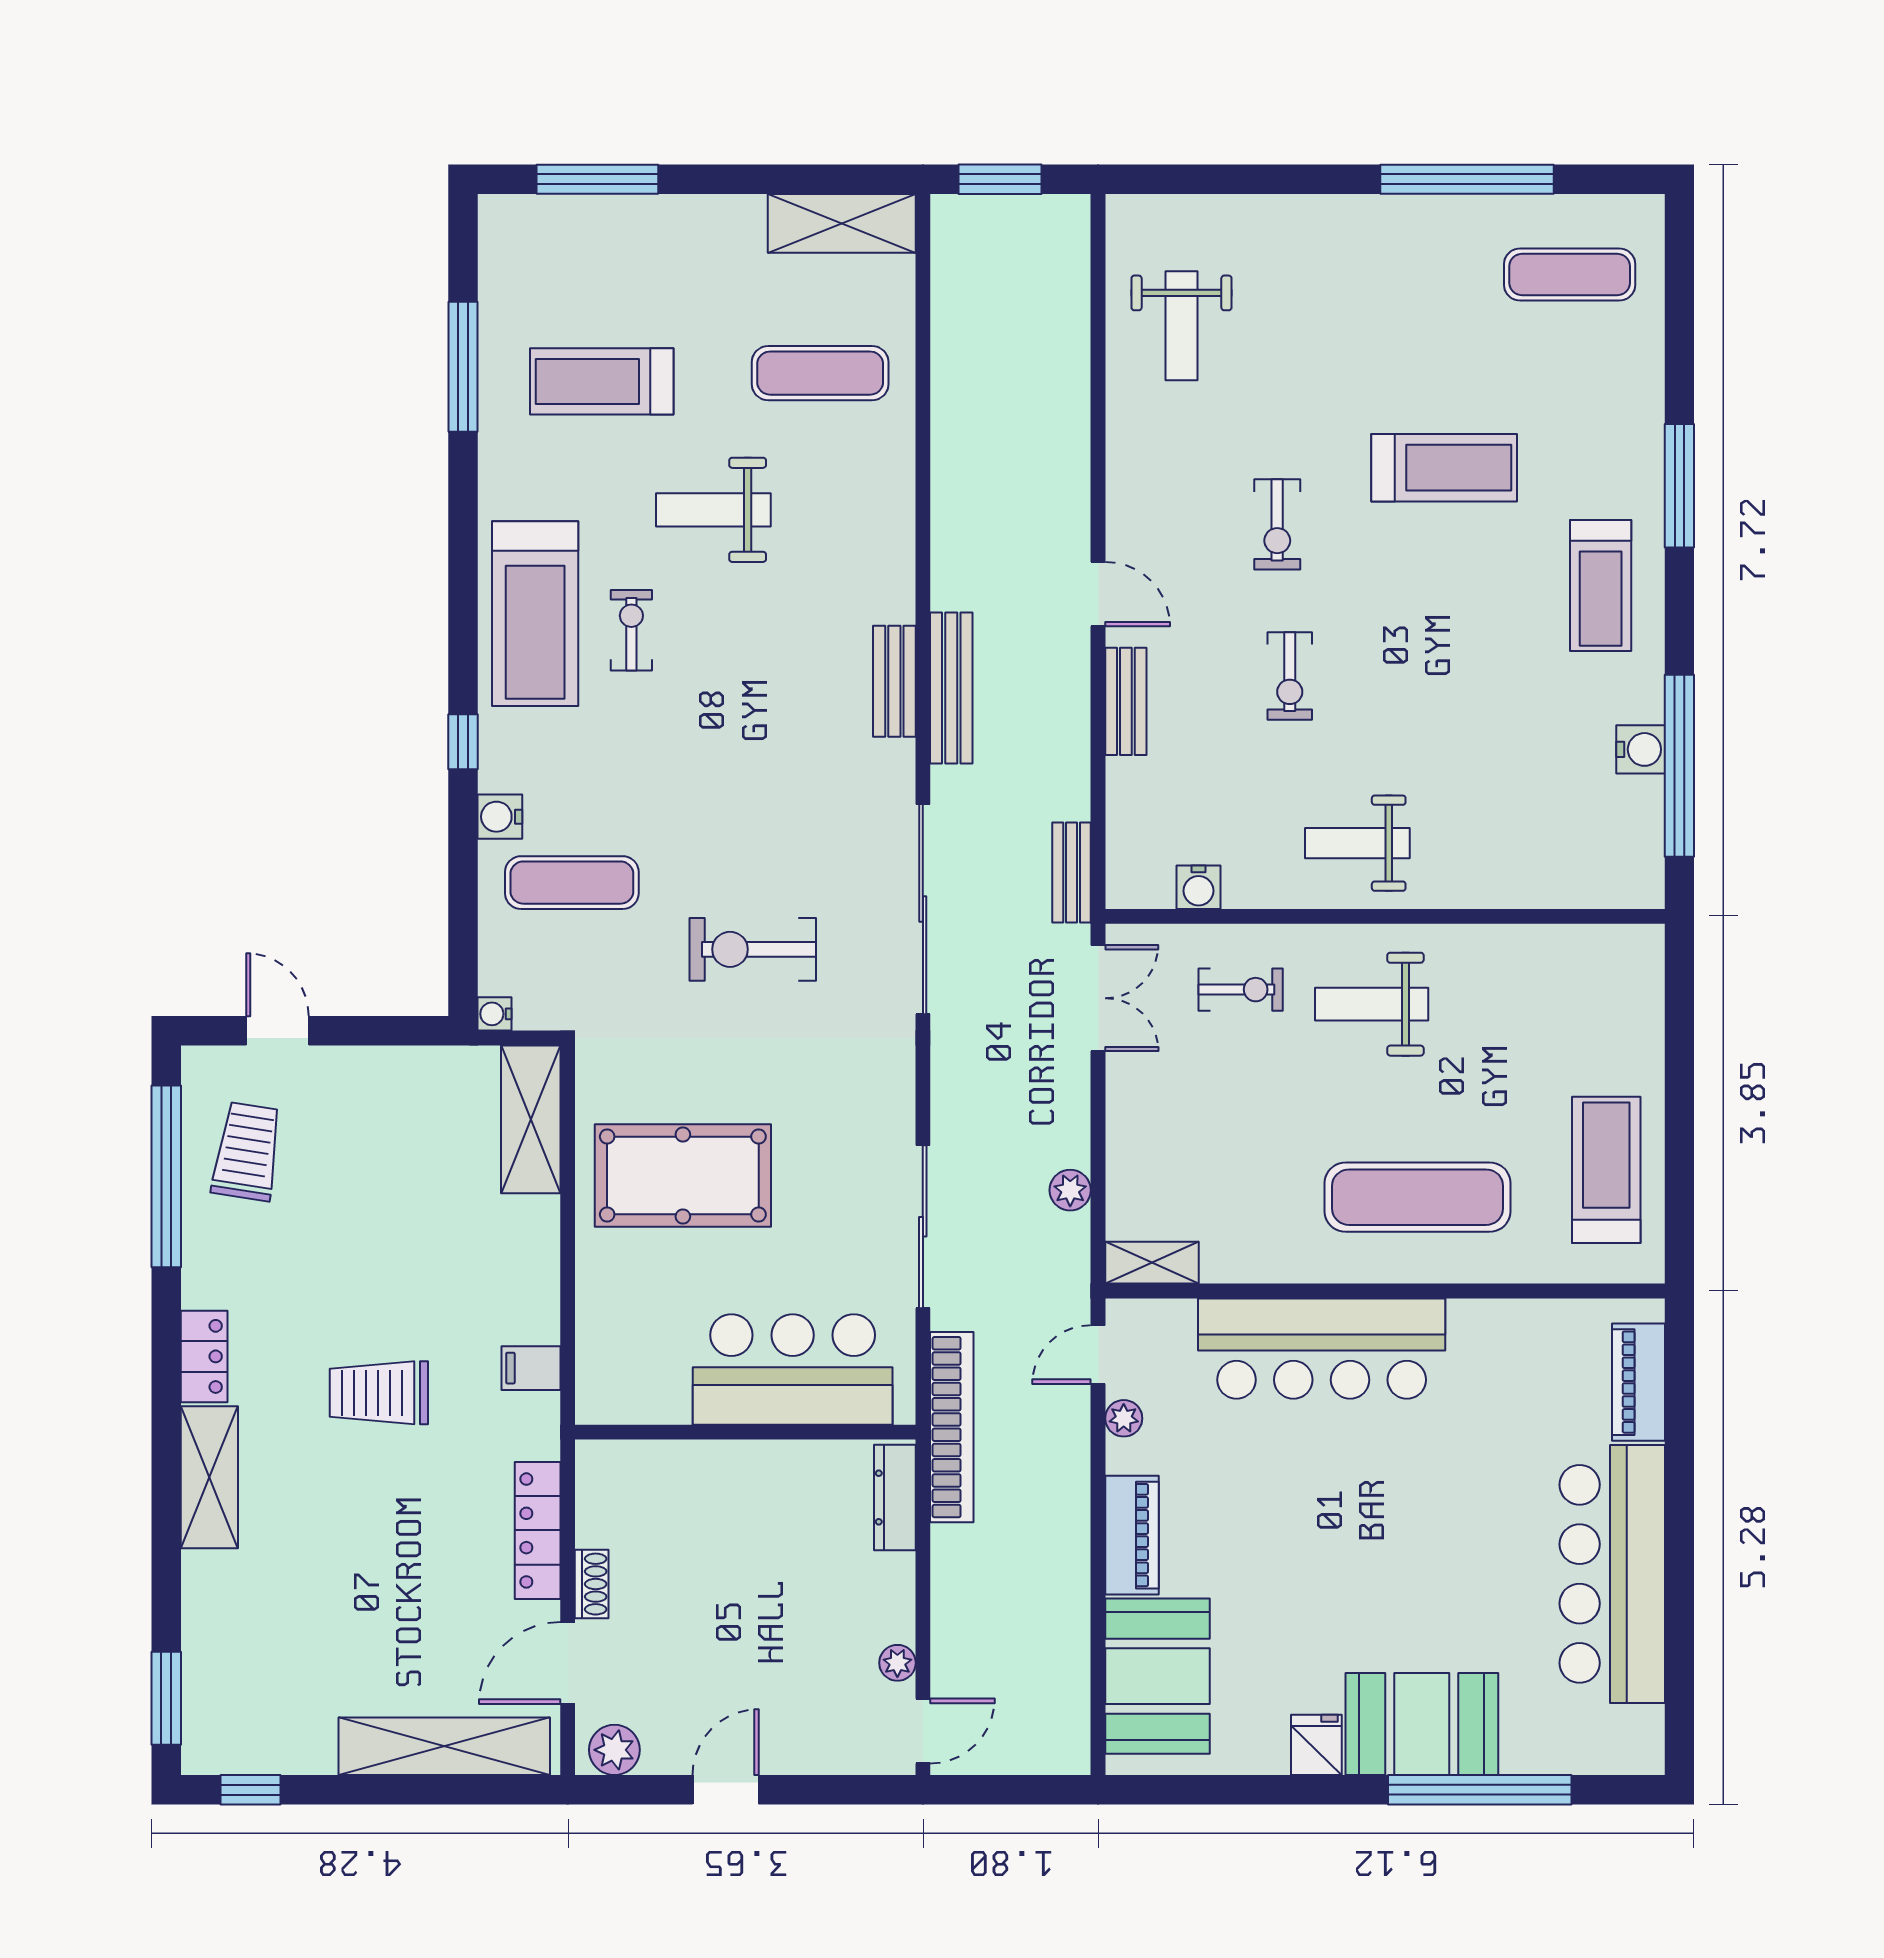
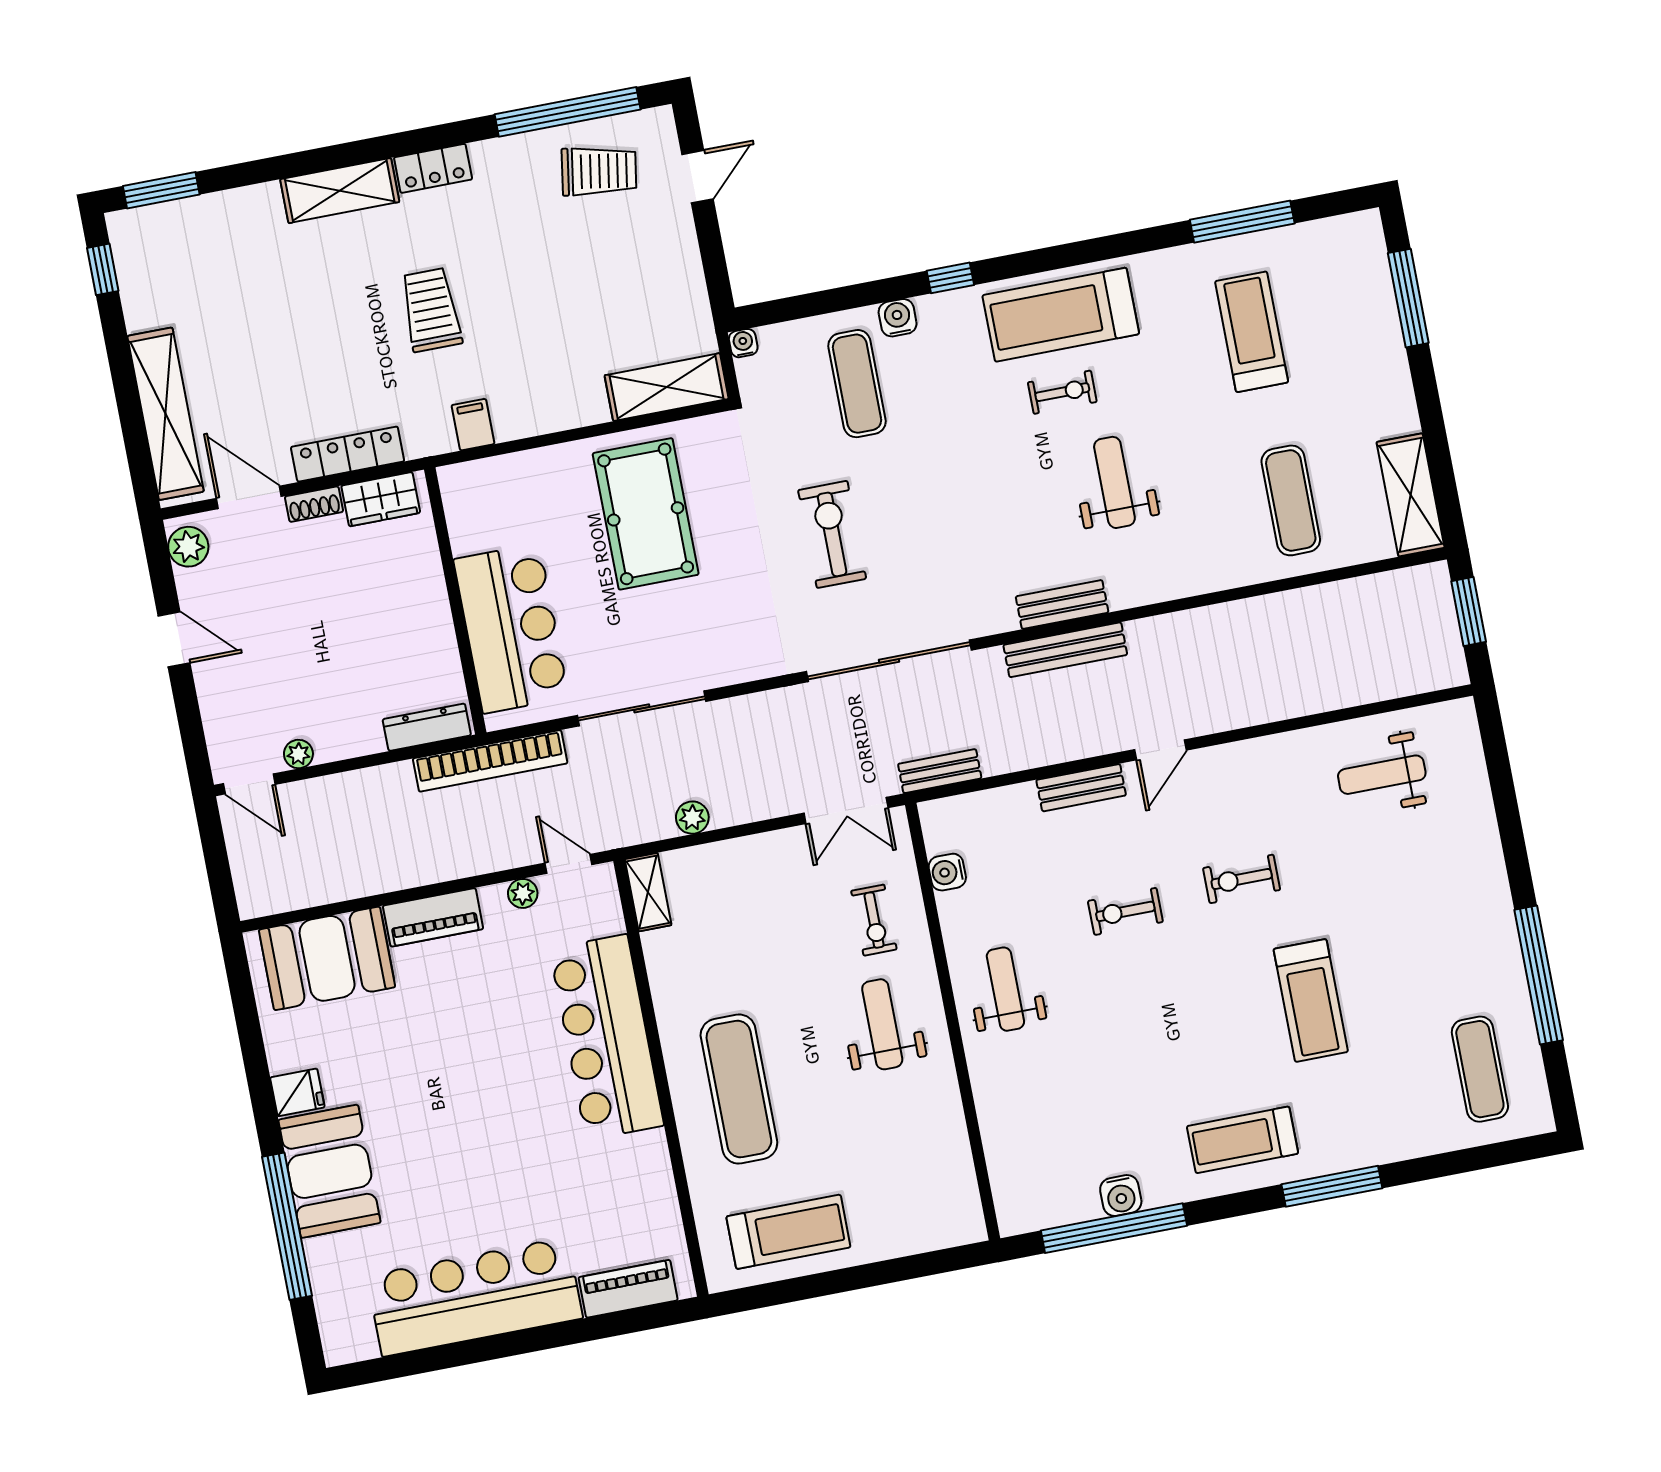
weight bench: (713, 510) -> (1114, 482), moved
wardrobe: (601, 1500) -> (381, 499), added

